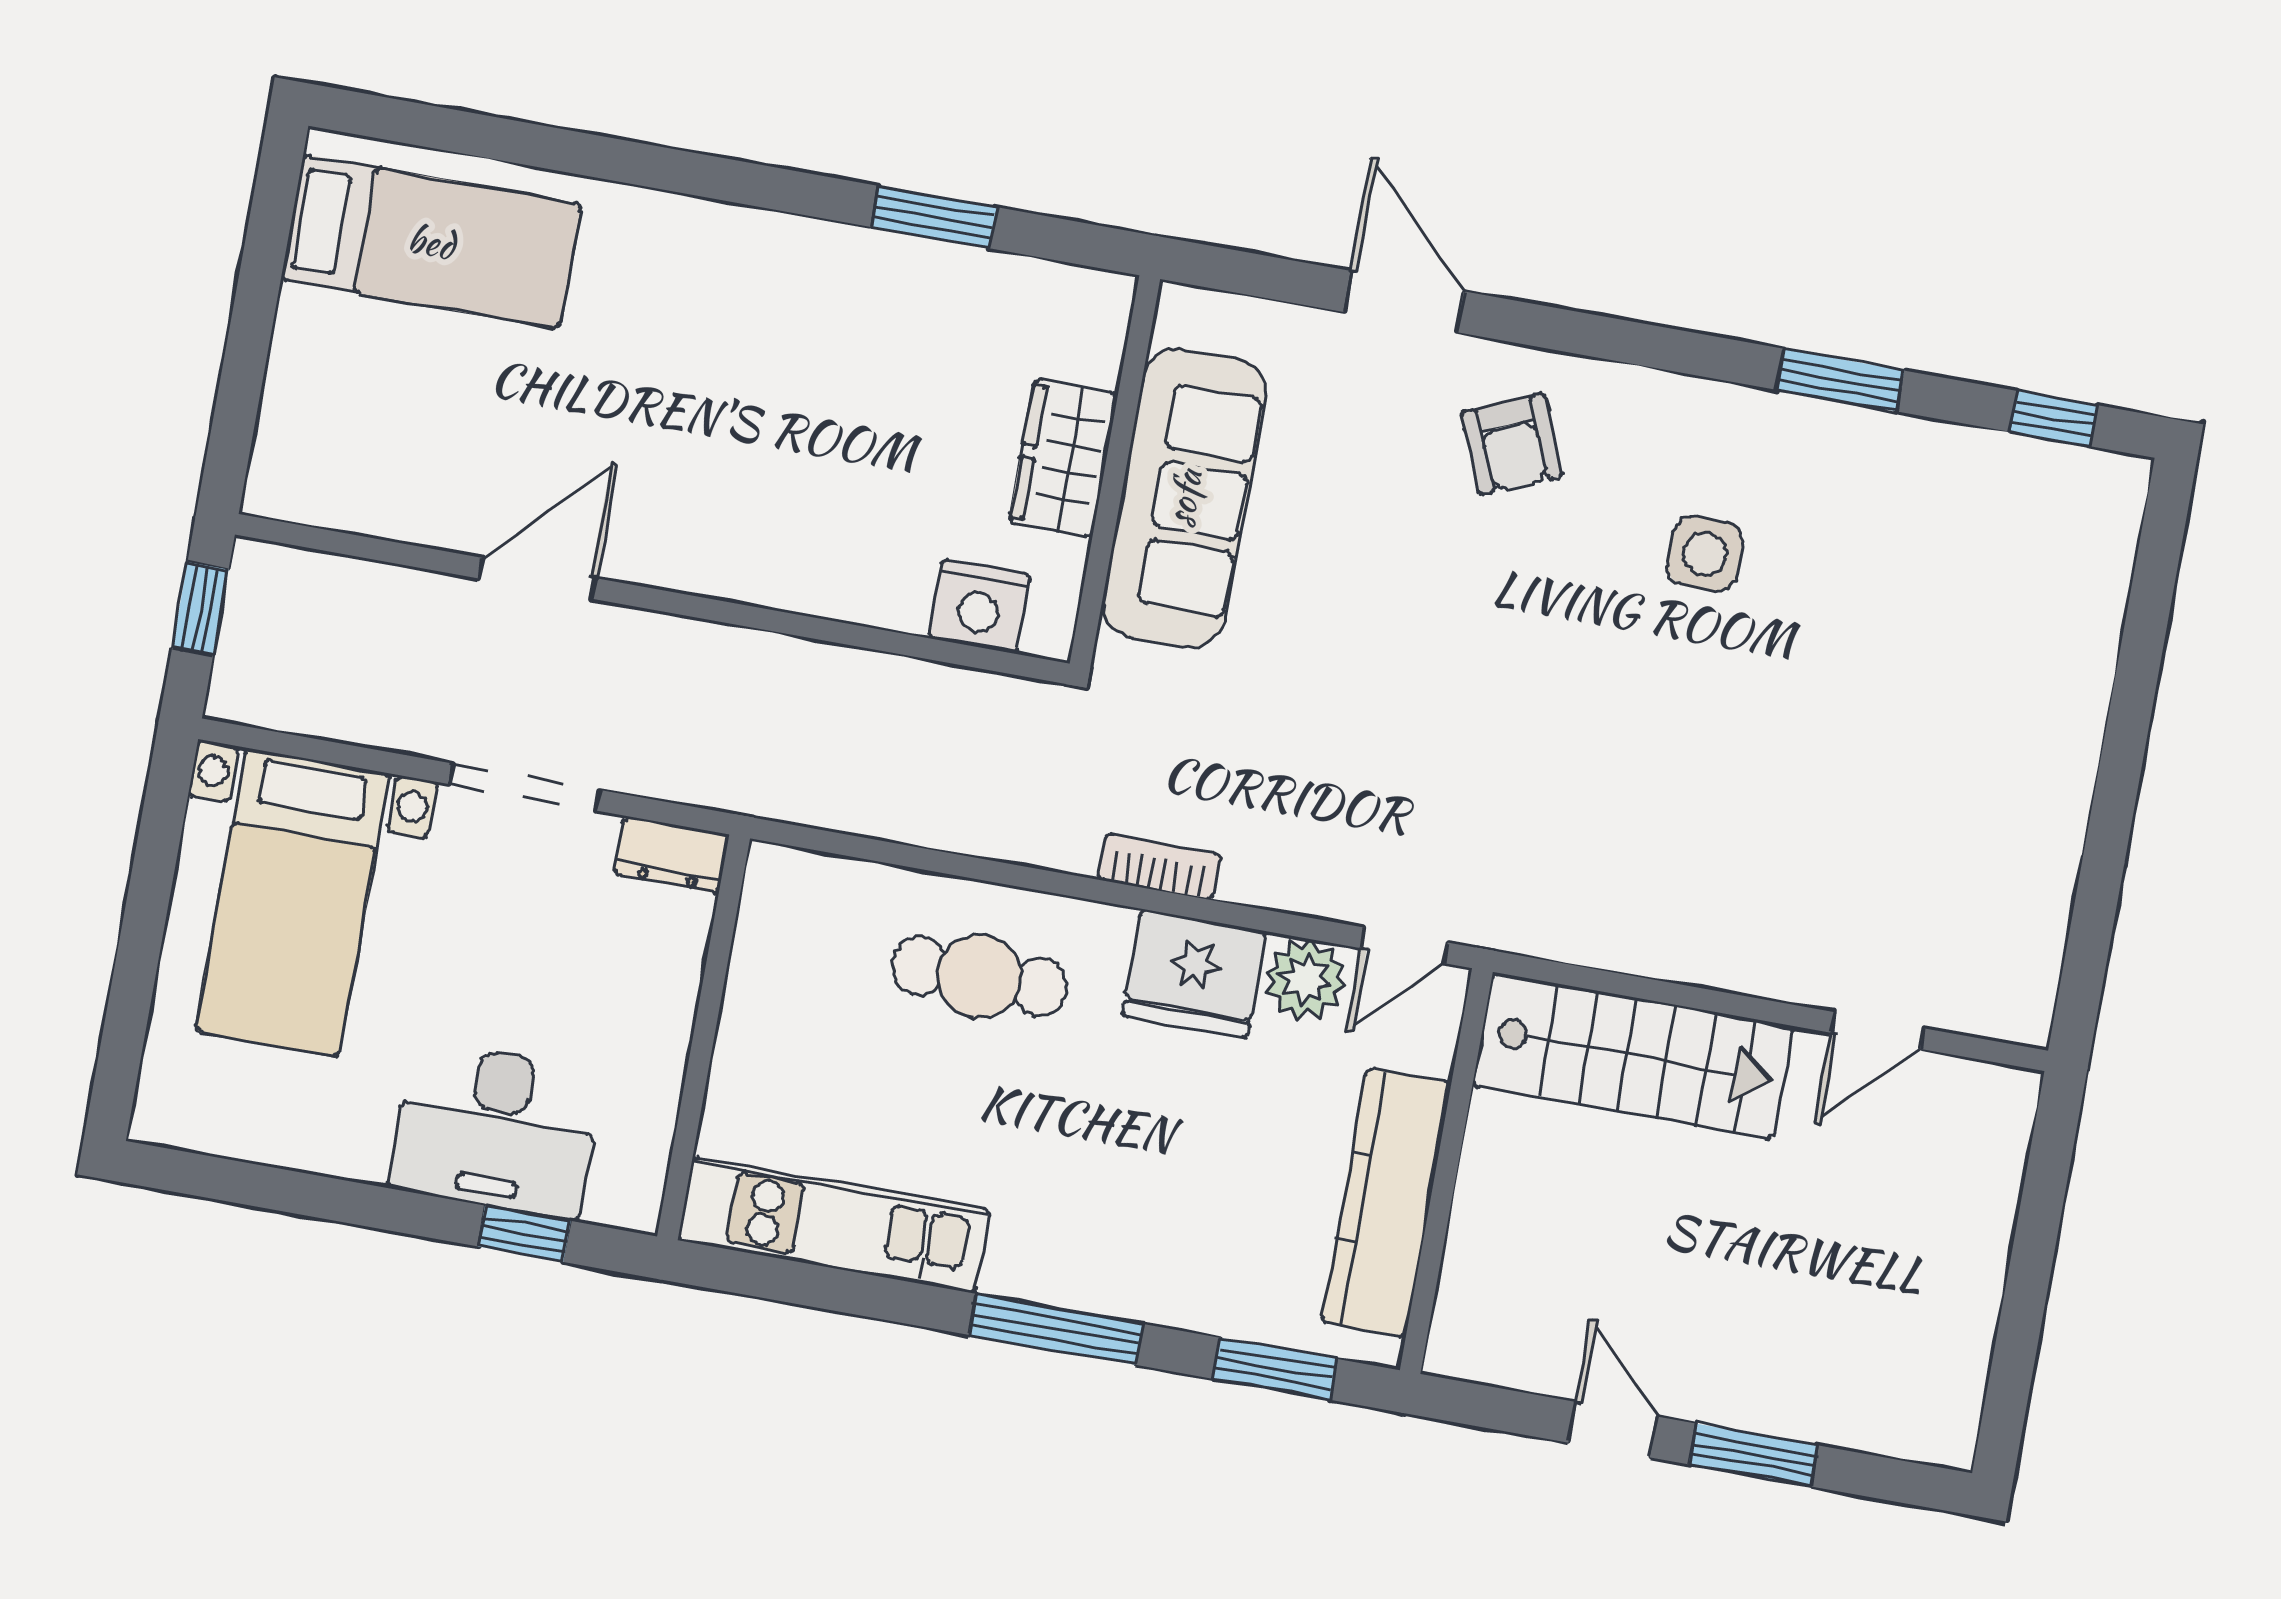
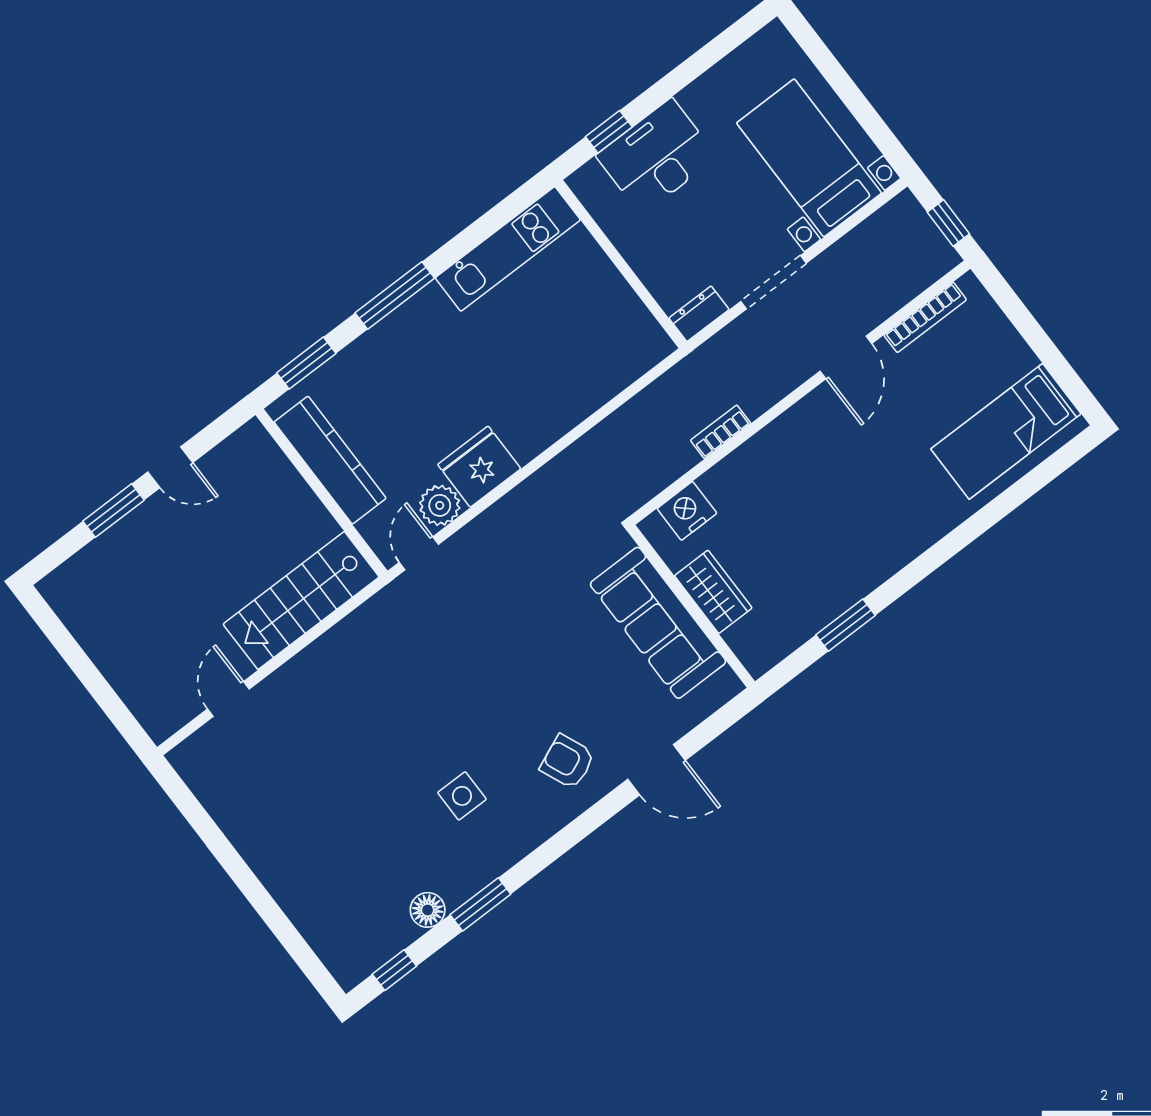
floor lamp: (1920, 451) -> (428, 910), added
bookcase: (371, 515) -> (925, 317), added
bookcase: (1159, 867) -> (721, 432), moved, turned 180
cafe table: (980, 977) -> (550, 386), removed

